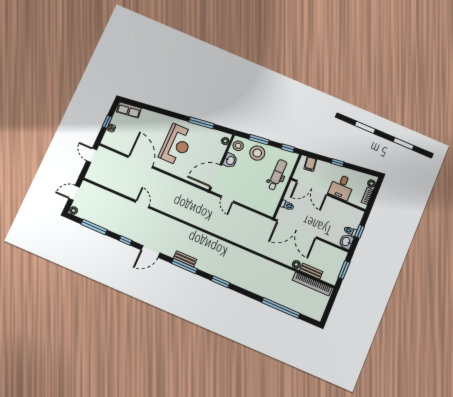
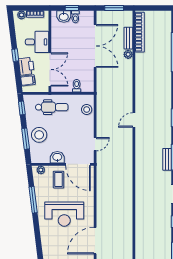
reception desk: (176, 145) -> (64, 214), turned 180
stool: (238, 146) -> (87, 110), moved
coffee table: (210, 153) -> (59, 180), added
printer: (324, 168) -> (26, 66), added
dental chair: (277, 175) -> (52, 107), turned 180
door: (142, 204) -> (134, 120), moved
double door: (297, 229) -> (95, 46), moved
washbasin: (346, 242) -> (64, 17), moved

